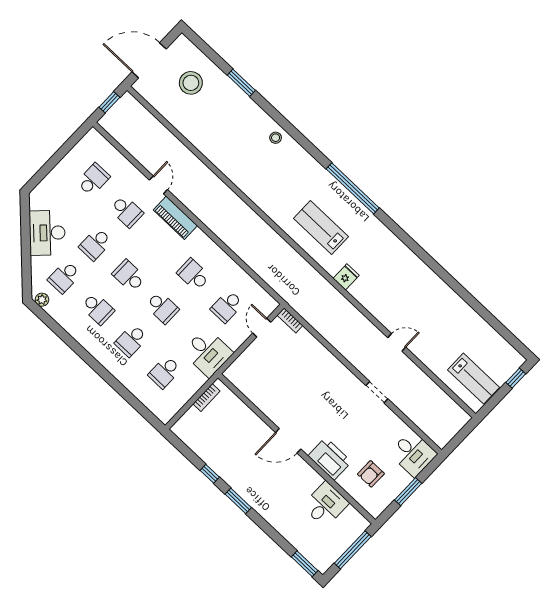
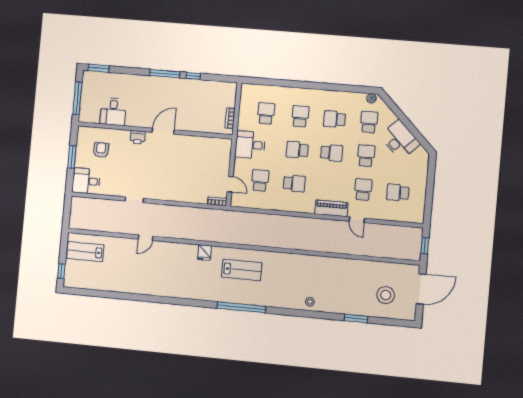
school desk: (93, 180) -> (398, 193), turned 90
school desk: (127, 211) -> (363, 189), turned 90
printer: (330, 459) -> (138, 137), width x0.53, depth x0.68
window: (238, 501) -> (165, 74), width x1.44

